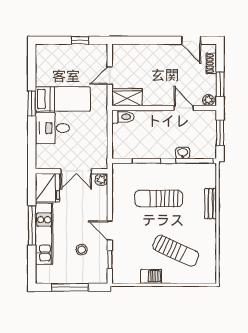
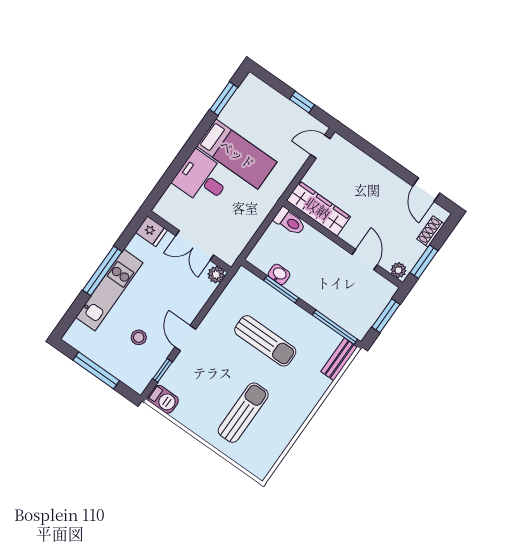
door: (110, 76) -> (320, 147), moved
wardrobe: (127, 97) -> (318, 208), width x1.50
window: (32, 104) -> (224, 99), moved
washbasin: (183, 153) -> (279, 274), moved
fridge: (48, 188) -> (151, 231), width x0.53, depth x0.75
sun lounger: (159, 198) -> (265, 341), turned 180
bench: (211, 204) -> (339, 359), moved
sun lounger: (176, 251) -> (243, 413), turned -115
barbecue: (151, 276) -> (163, 399), moved

